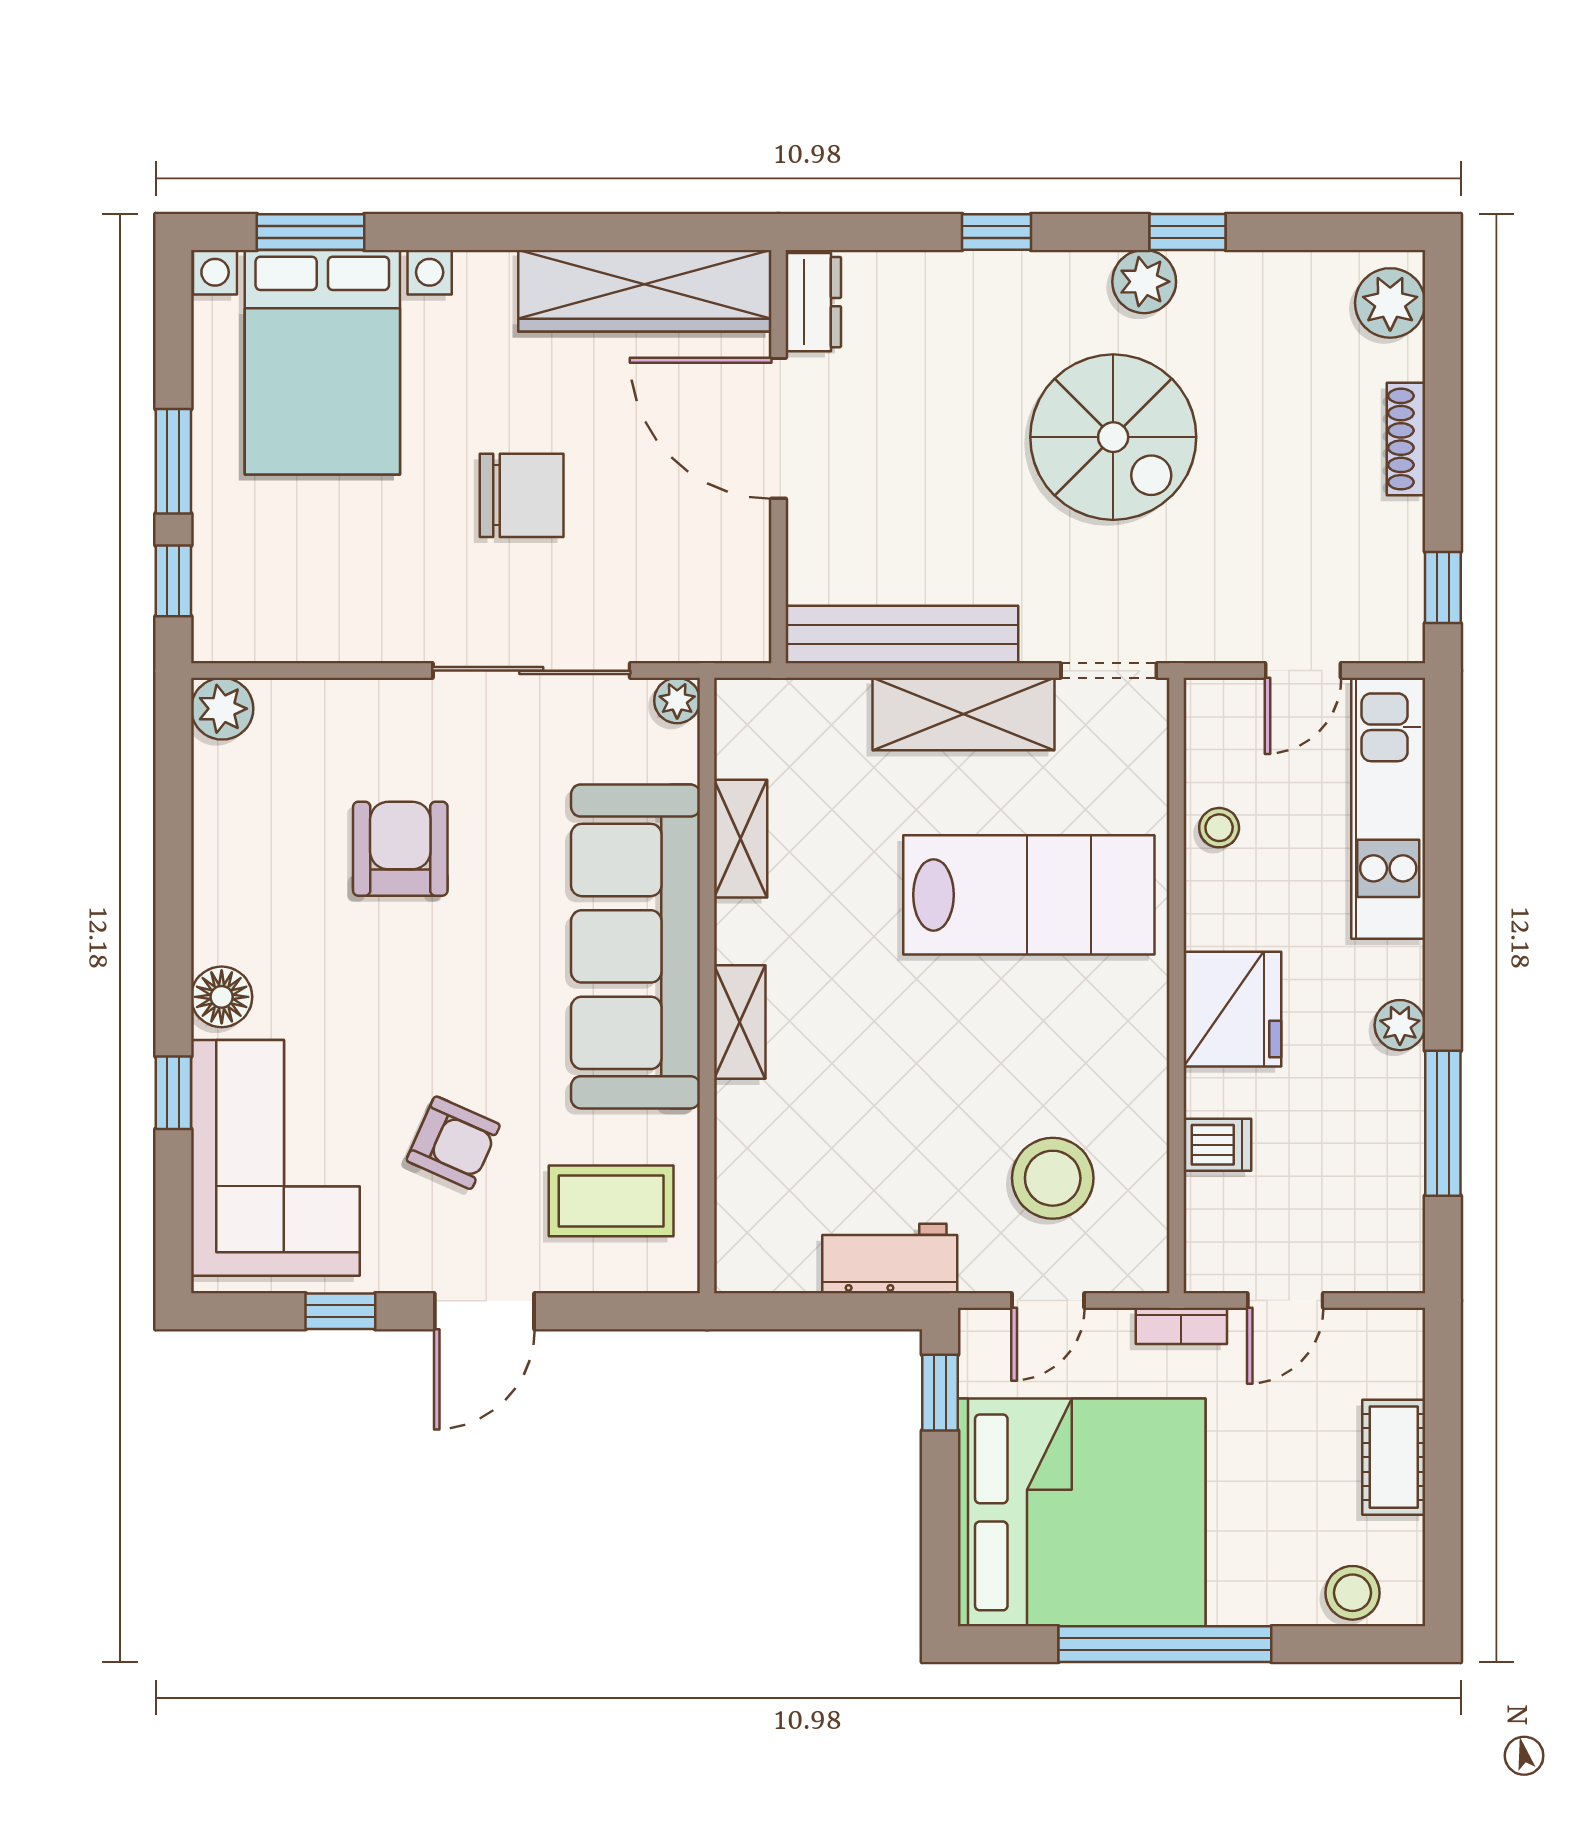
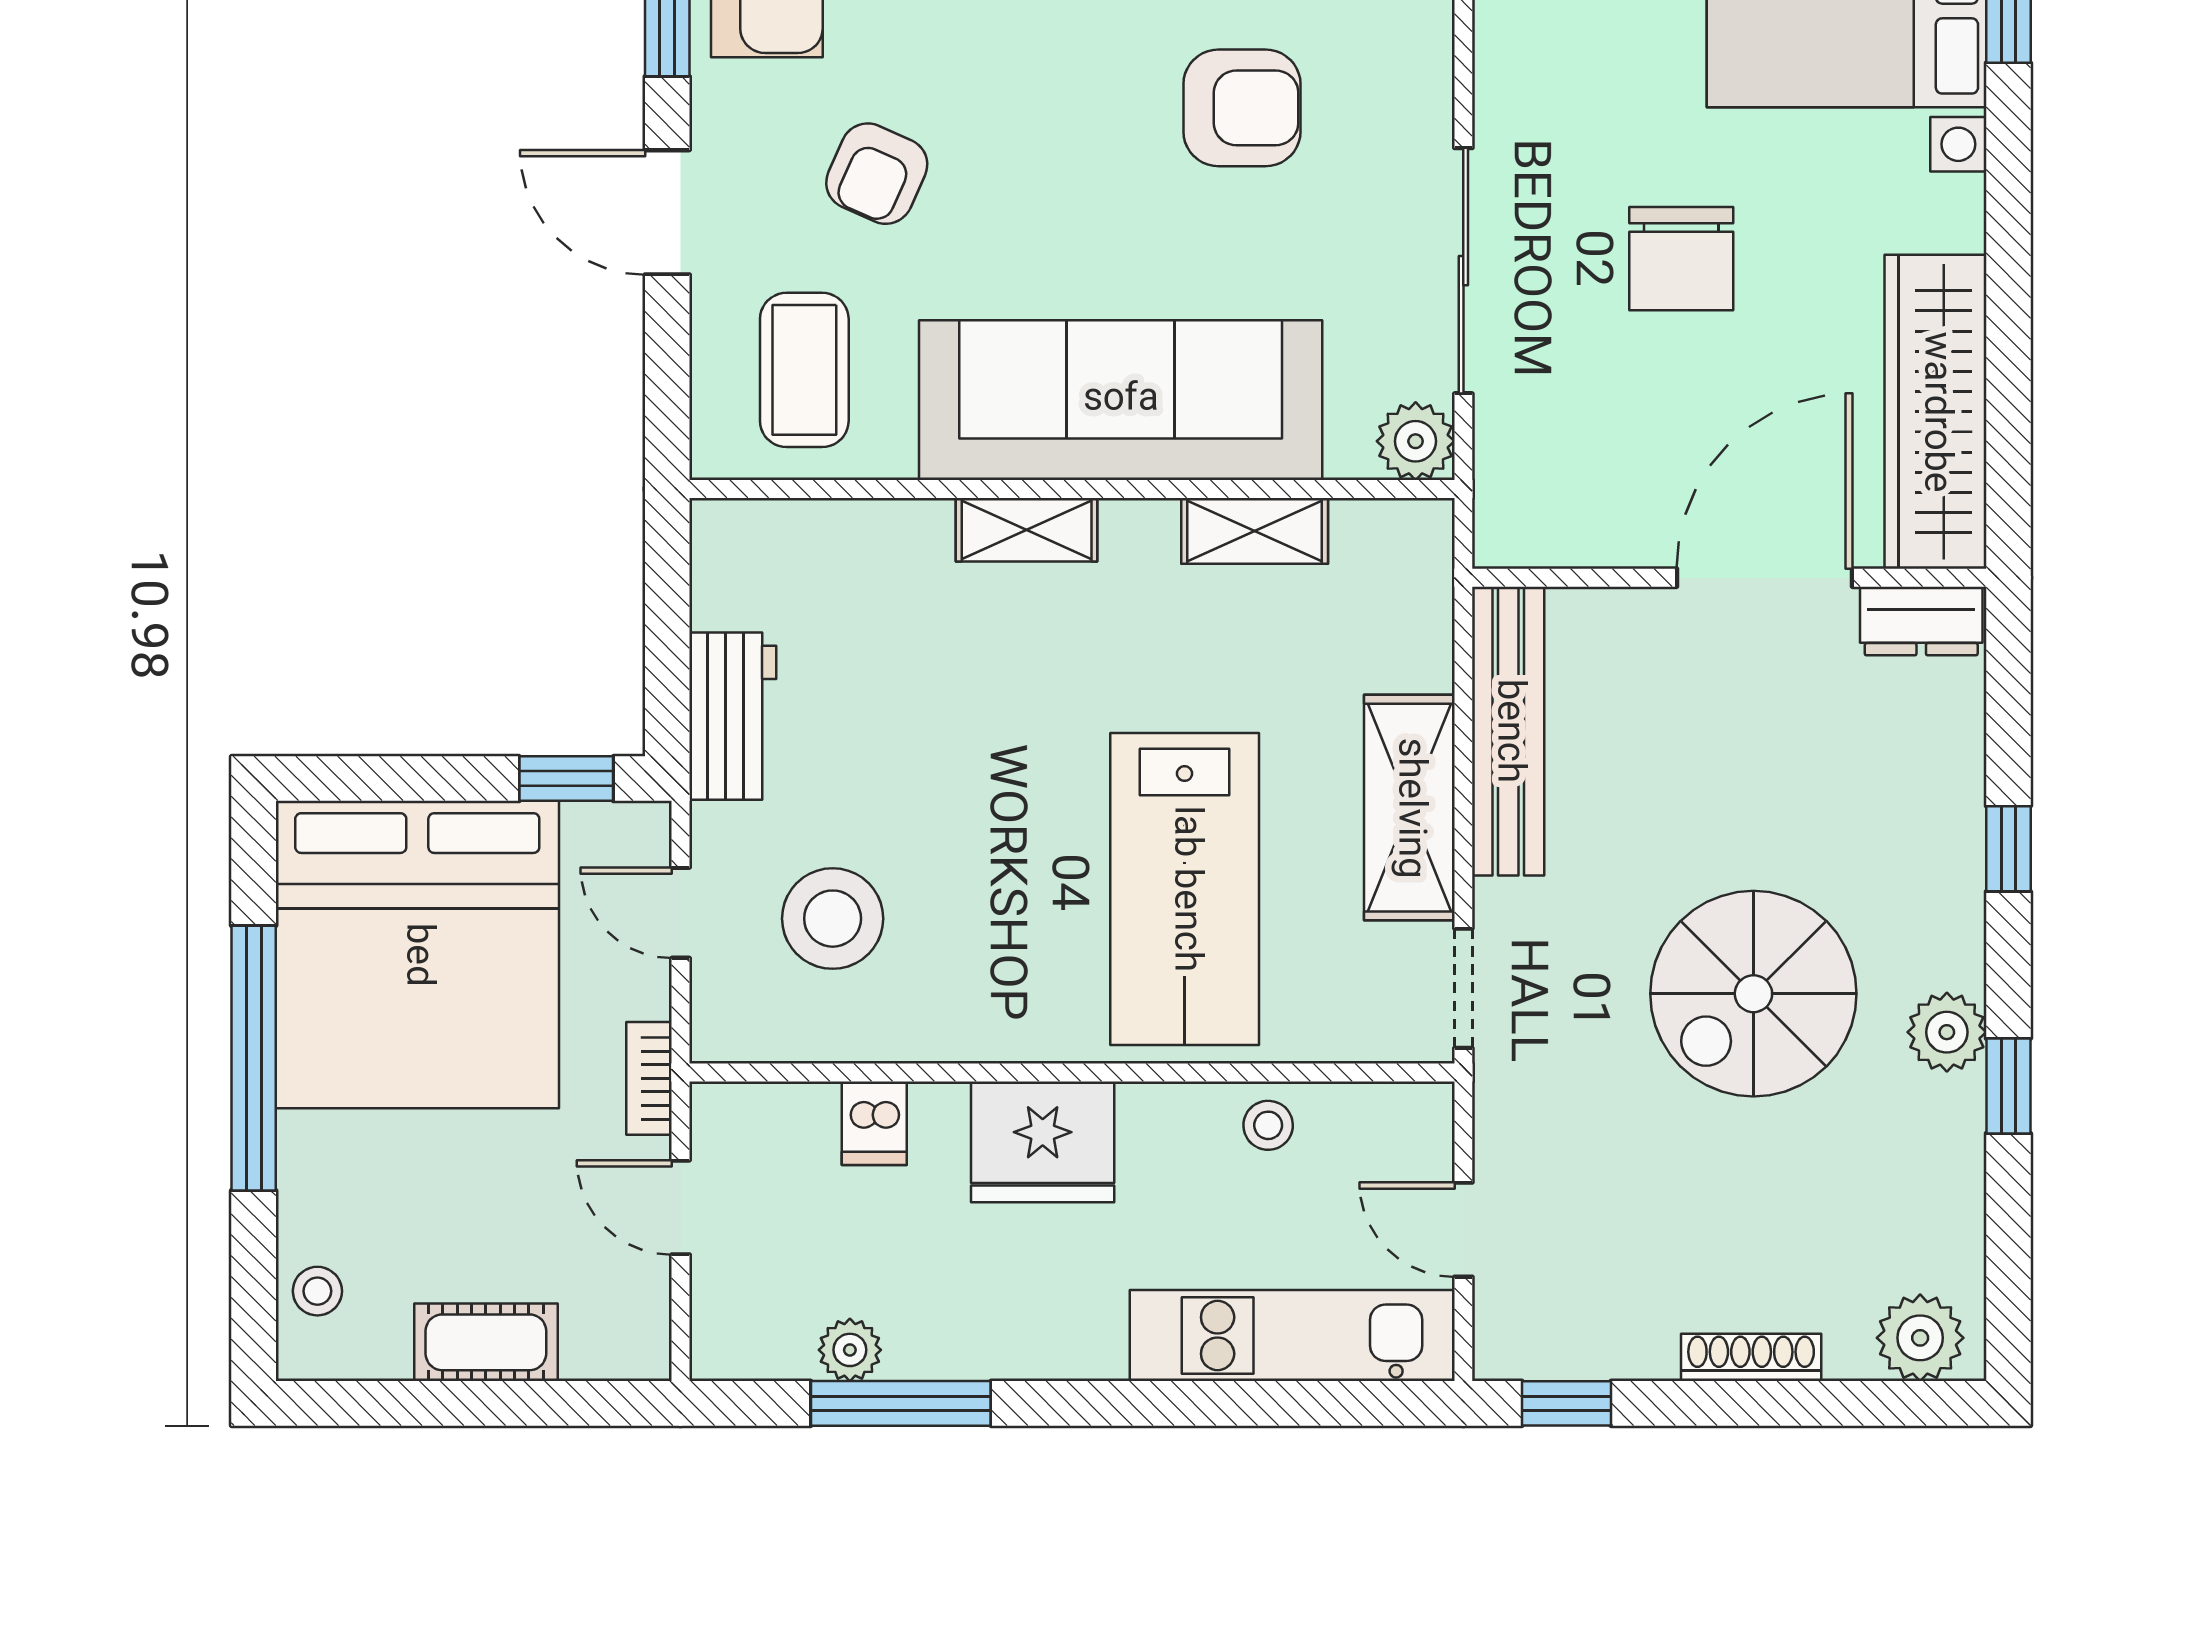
plant: (677, 701) -> (1416, 441), width x1.38, depth x1.38
plant: (1400, 1025) -> (850, 1350), moved
stool: (1352, 1593) -> (317, 1291), width x0.73, depth x0.73

